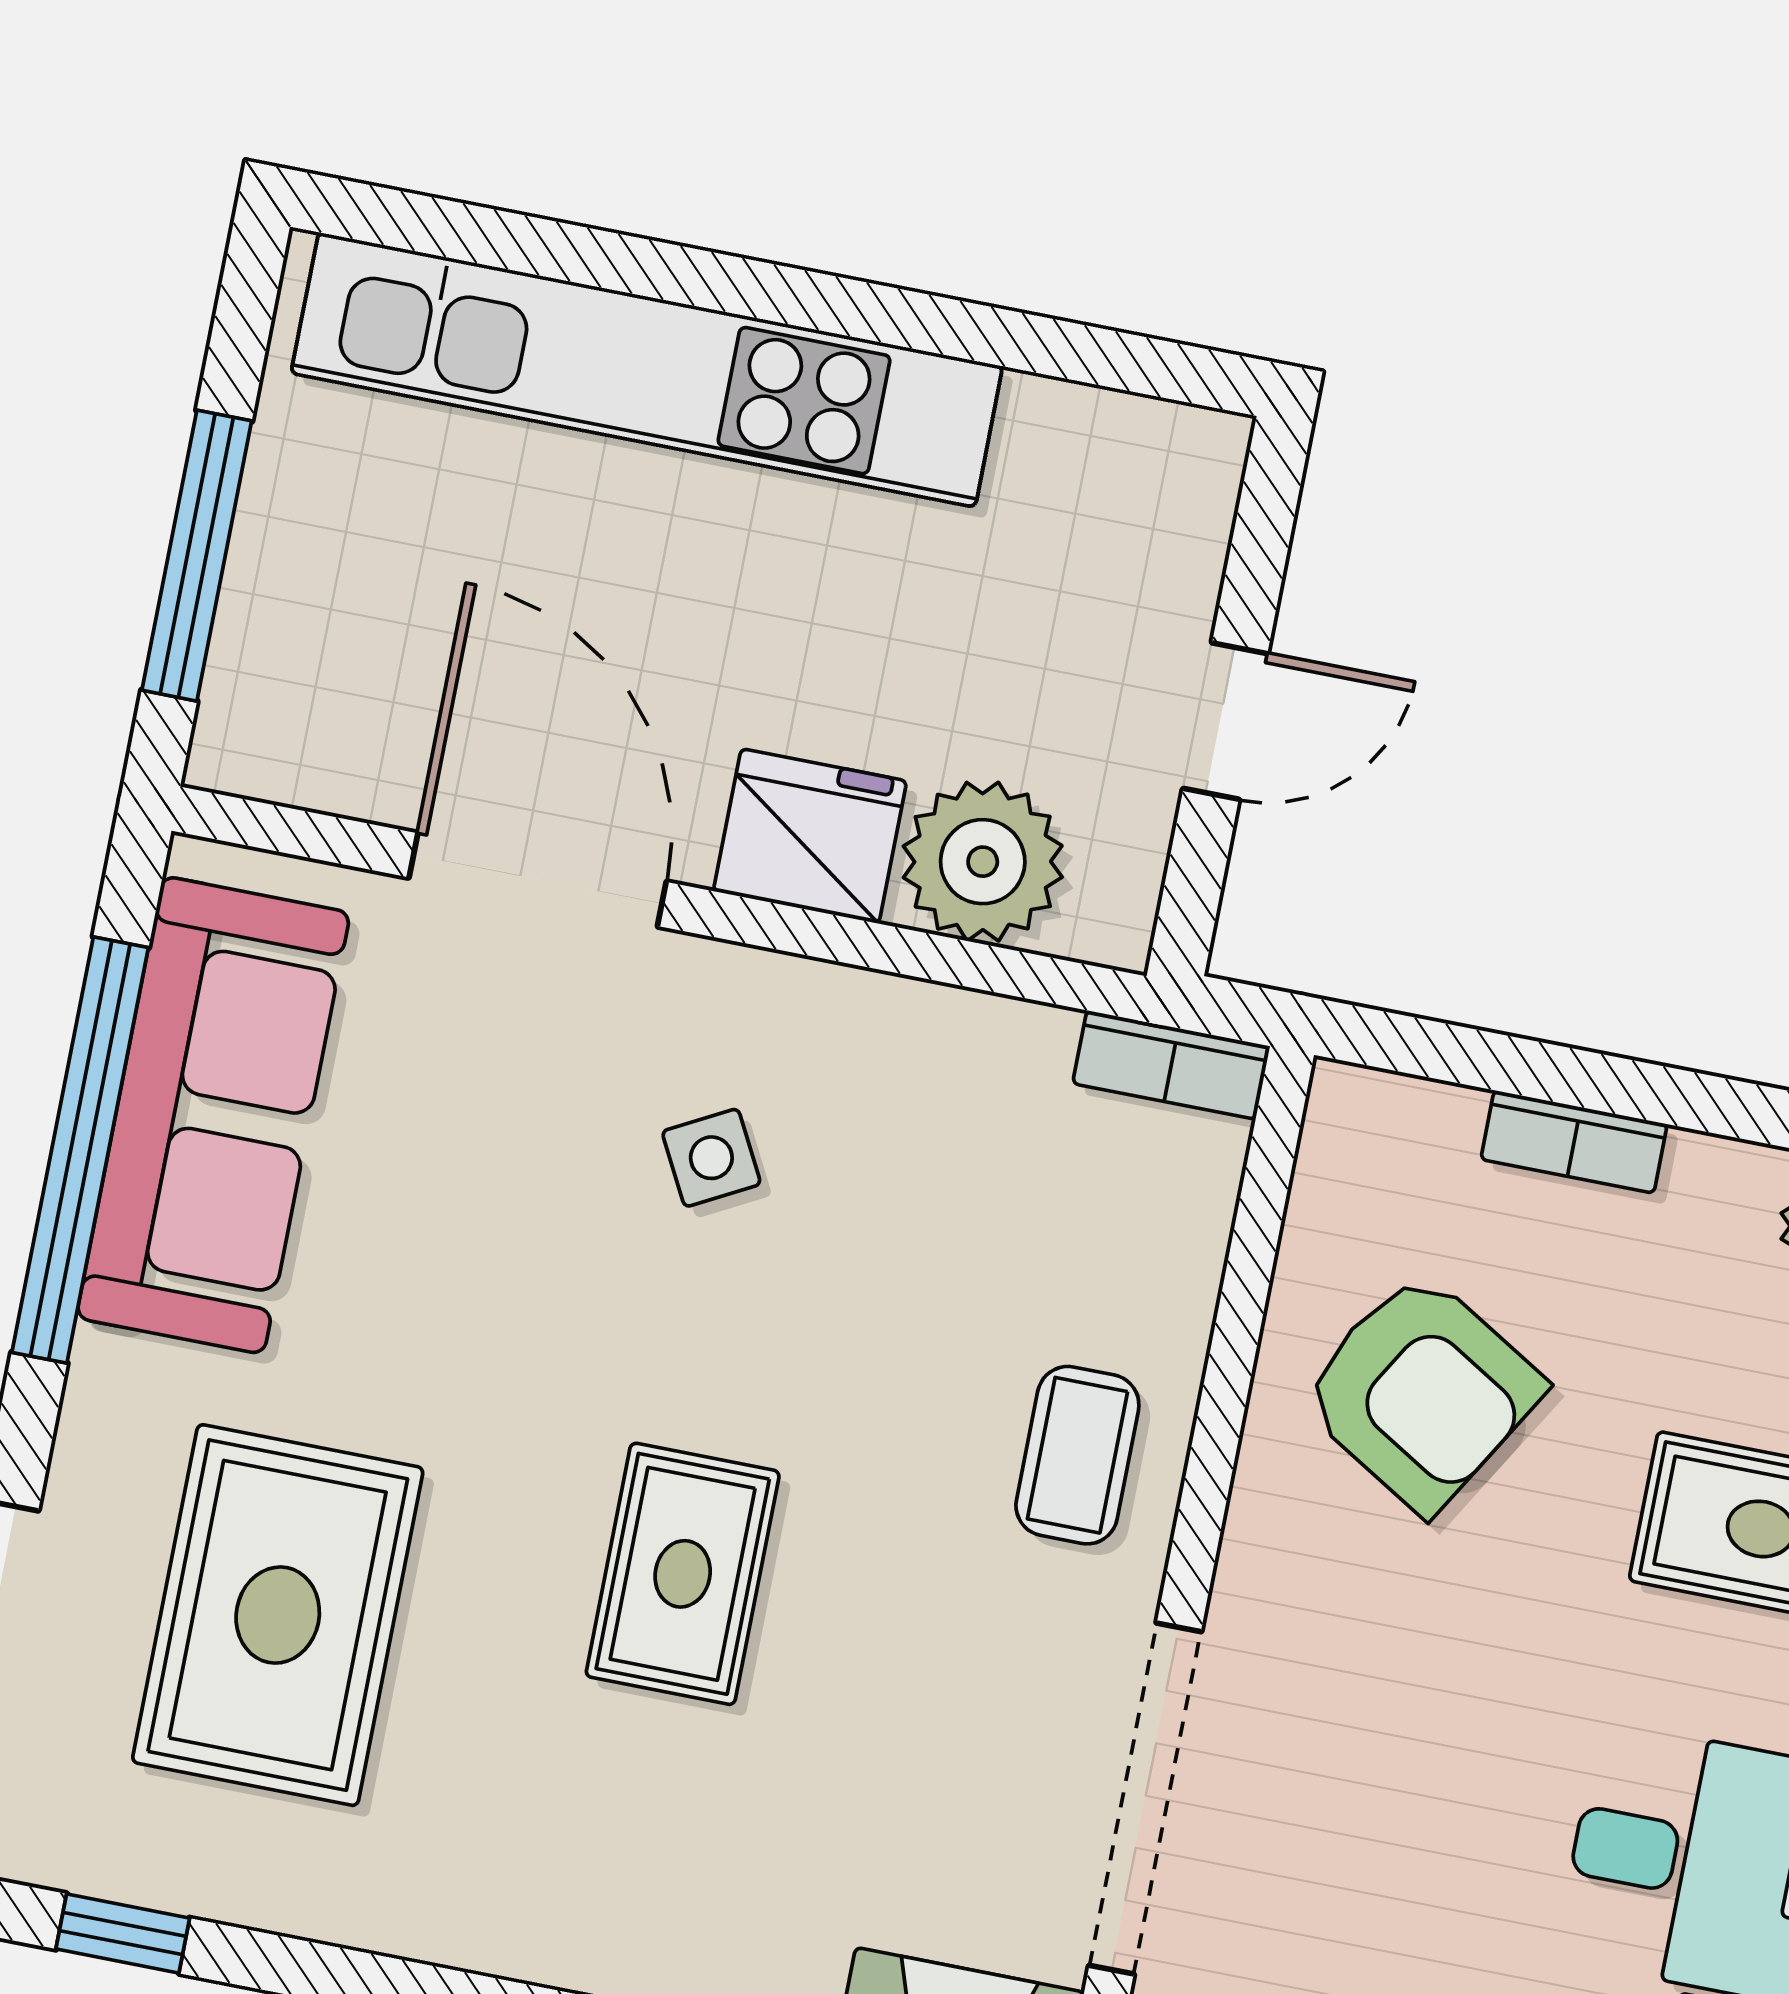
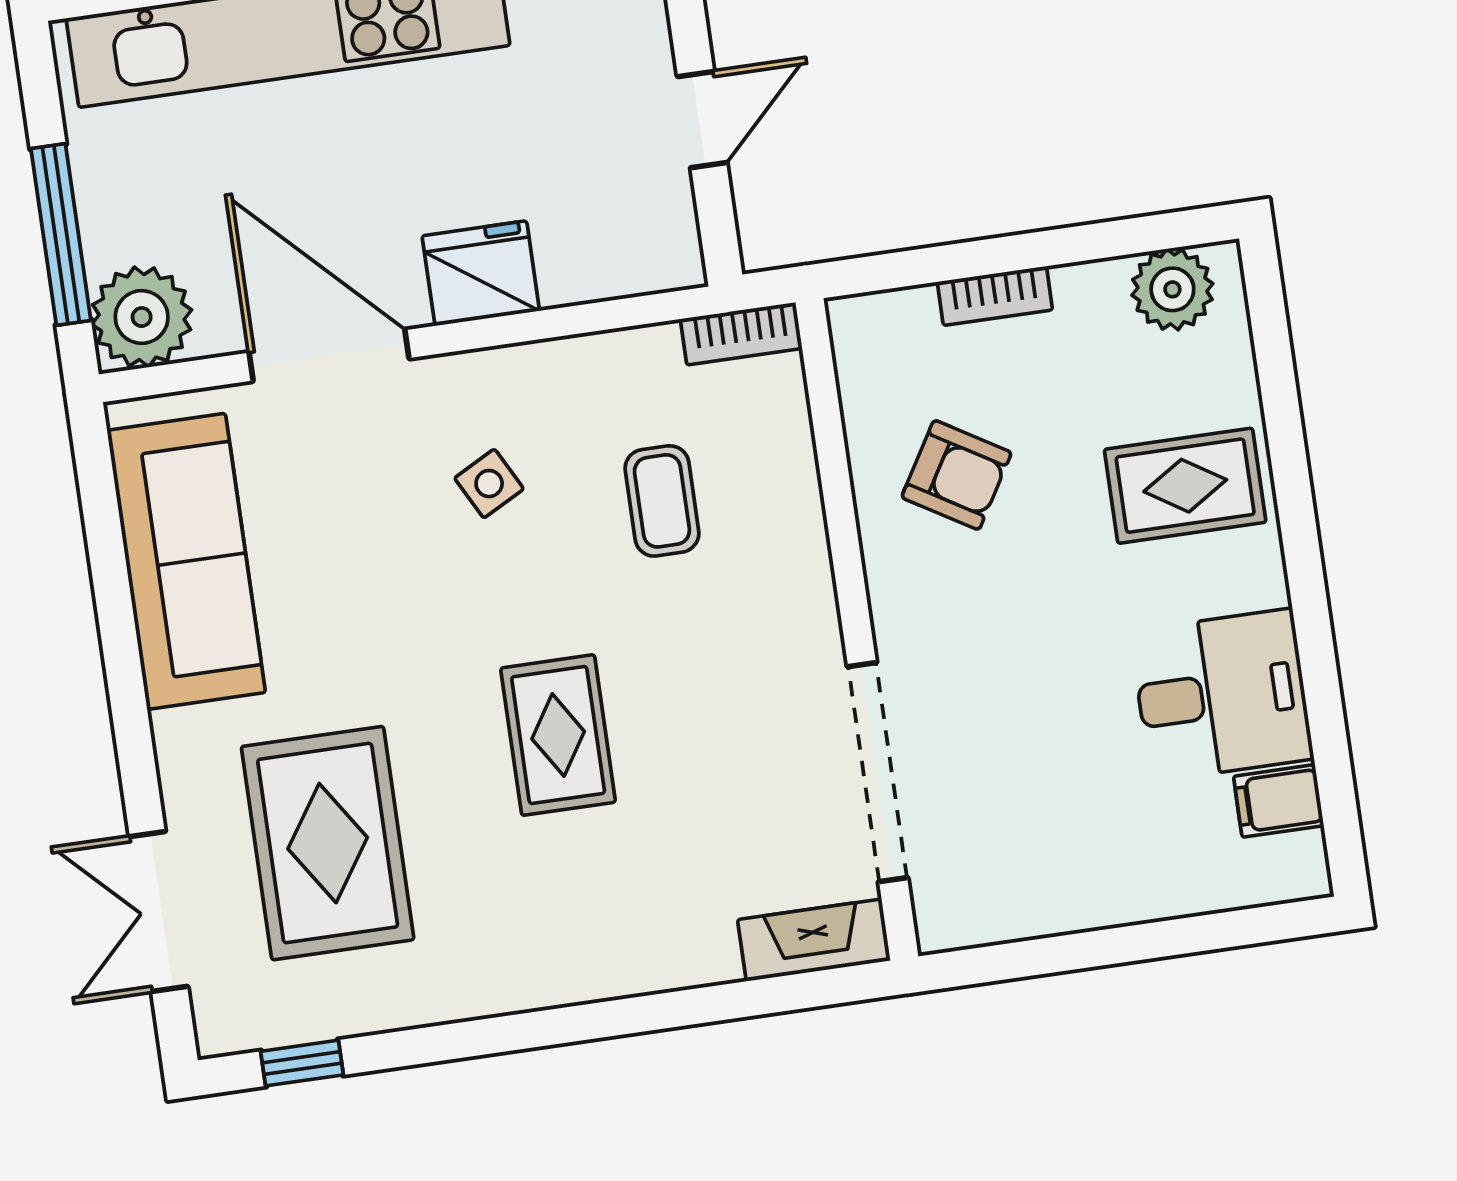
plant: (983, 862) -> (142, 317), moved
window: (80, 1150) -> (115, 609), removed
armchair: (1421, 1392) -> (956, 475), width x0.72, depth x0.72
coffee table: (1077, 1455) -> (662, 501), moved

